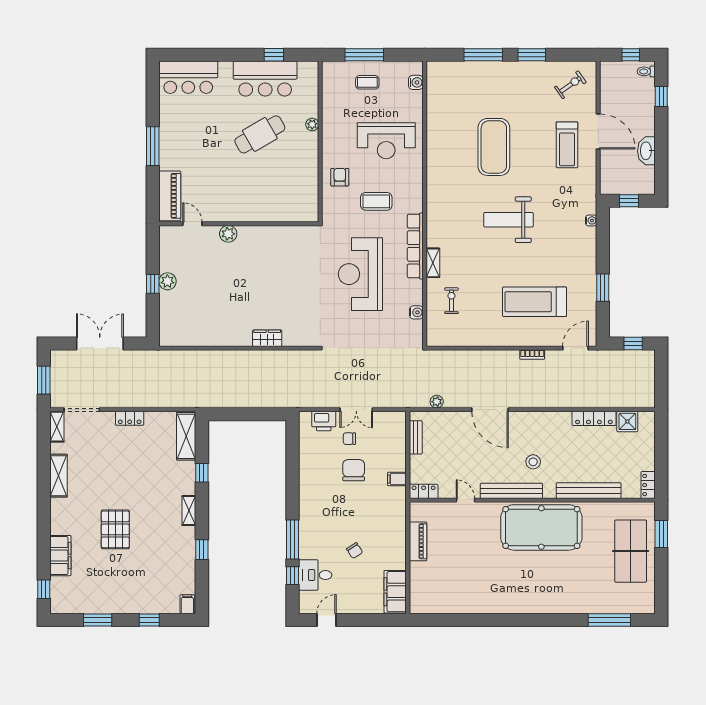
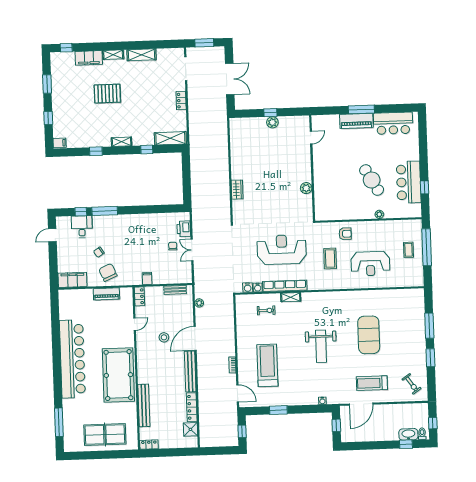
window: (364, 55) -> (427, 247), width x1.46
bar counter: (188, 77) -> (393, 123), moved, turned -90
water cooler: (416, 82) -> (248, 288), moved
door: (598, 131) -> (361, 404), moved
reception desk: (386, 141) -> (370, 264), turned -90
exercise mat: (494, 147) -> (369, 335), turned 90
washbasin: (646, 151) -> (408, 434), moved
piano: (170, 196) -> (356, 121), moved
weight bench: (509, 220) -> (321, 346), turned 180
plant: (228, 234) -> (306, 188), moved
row of seats: (415, 246) -> (285, 286), moved
shelving: (57, 427) -> (113, 55), moved
stool: (533, 462) -> (164, 337), moved
chair: (354, 470) -> (108, 272), moved, turned -113
bench: (511, 491) -> (190, 371), moved
window: (661, 534) -> (117, 454), removed
bar counter: (515, 596) -> (72, 359), added
door: (326, 620) -> (52, 235), swing flipped

